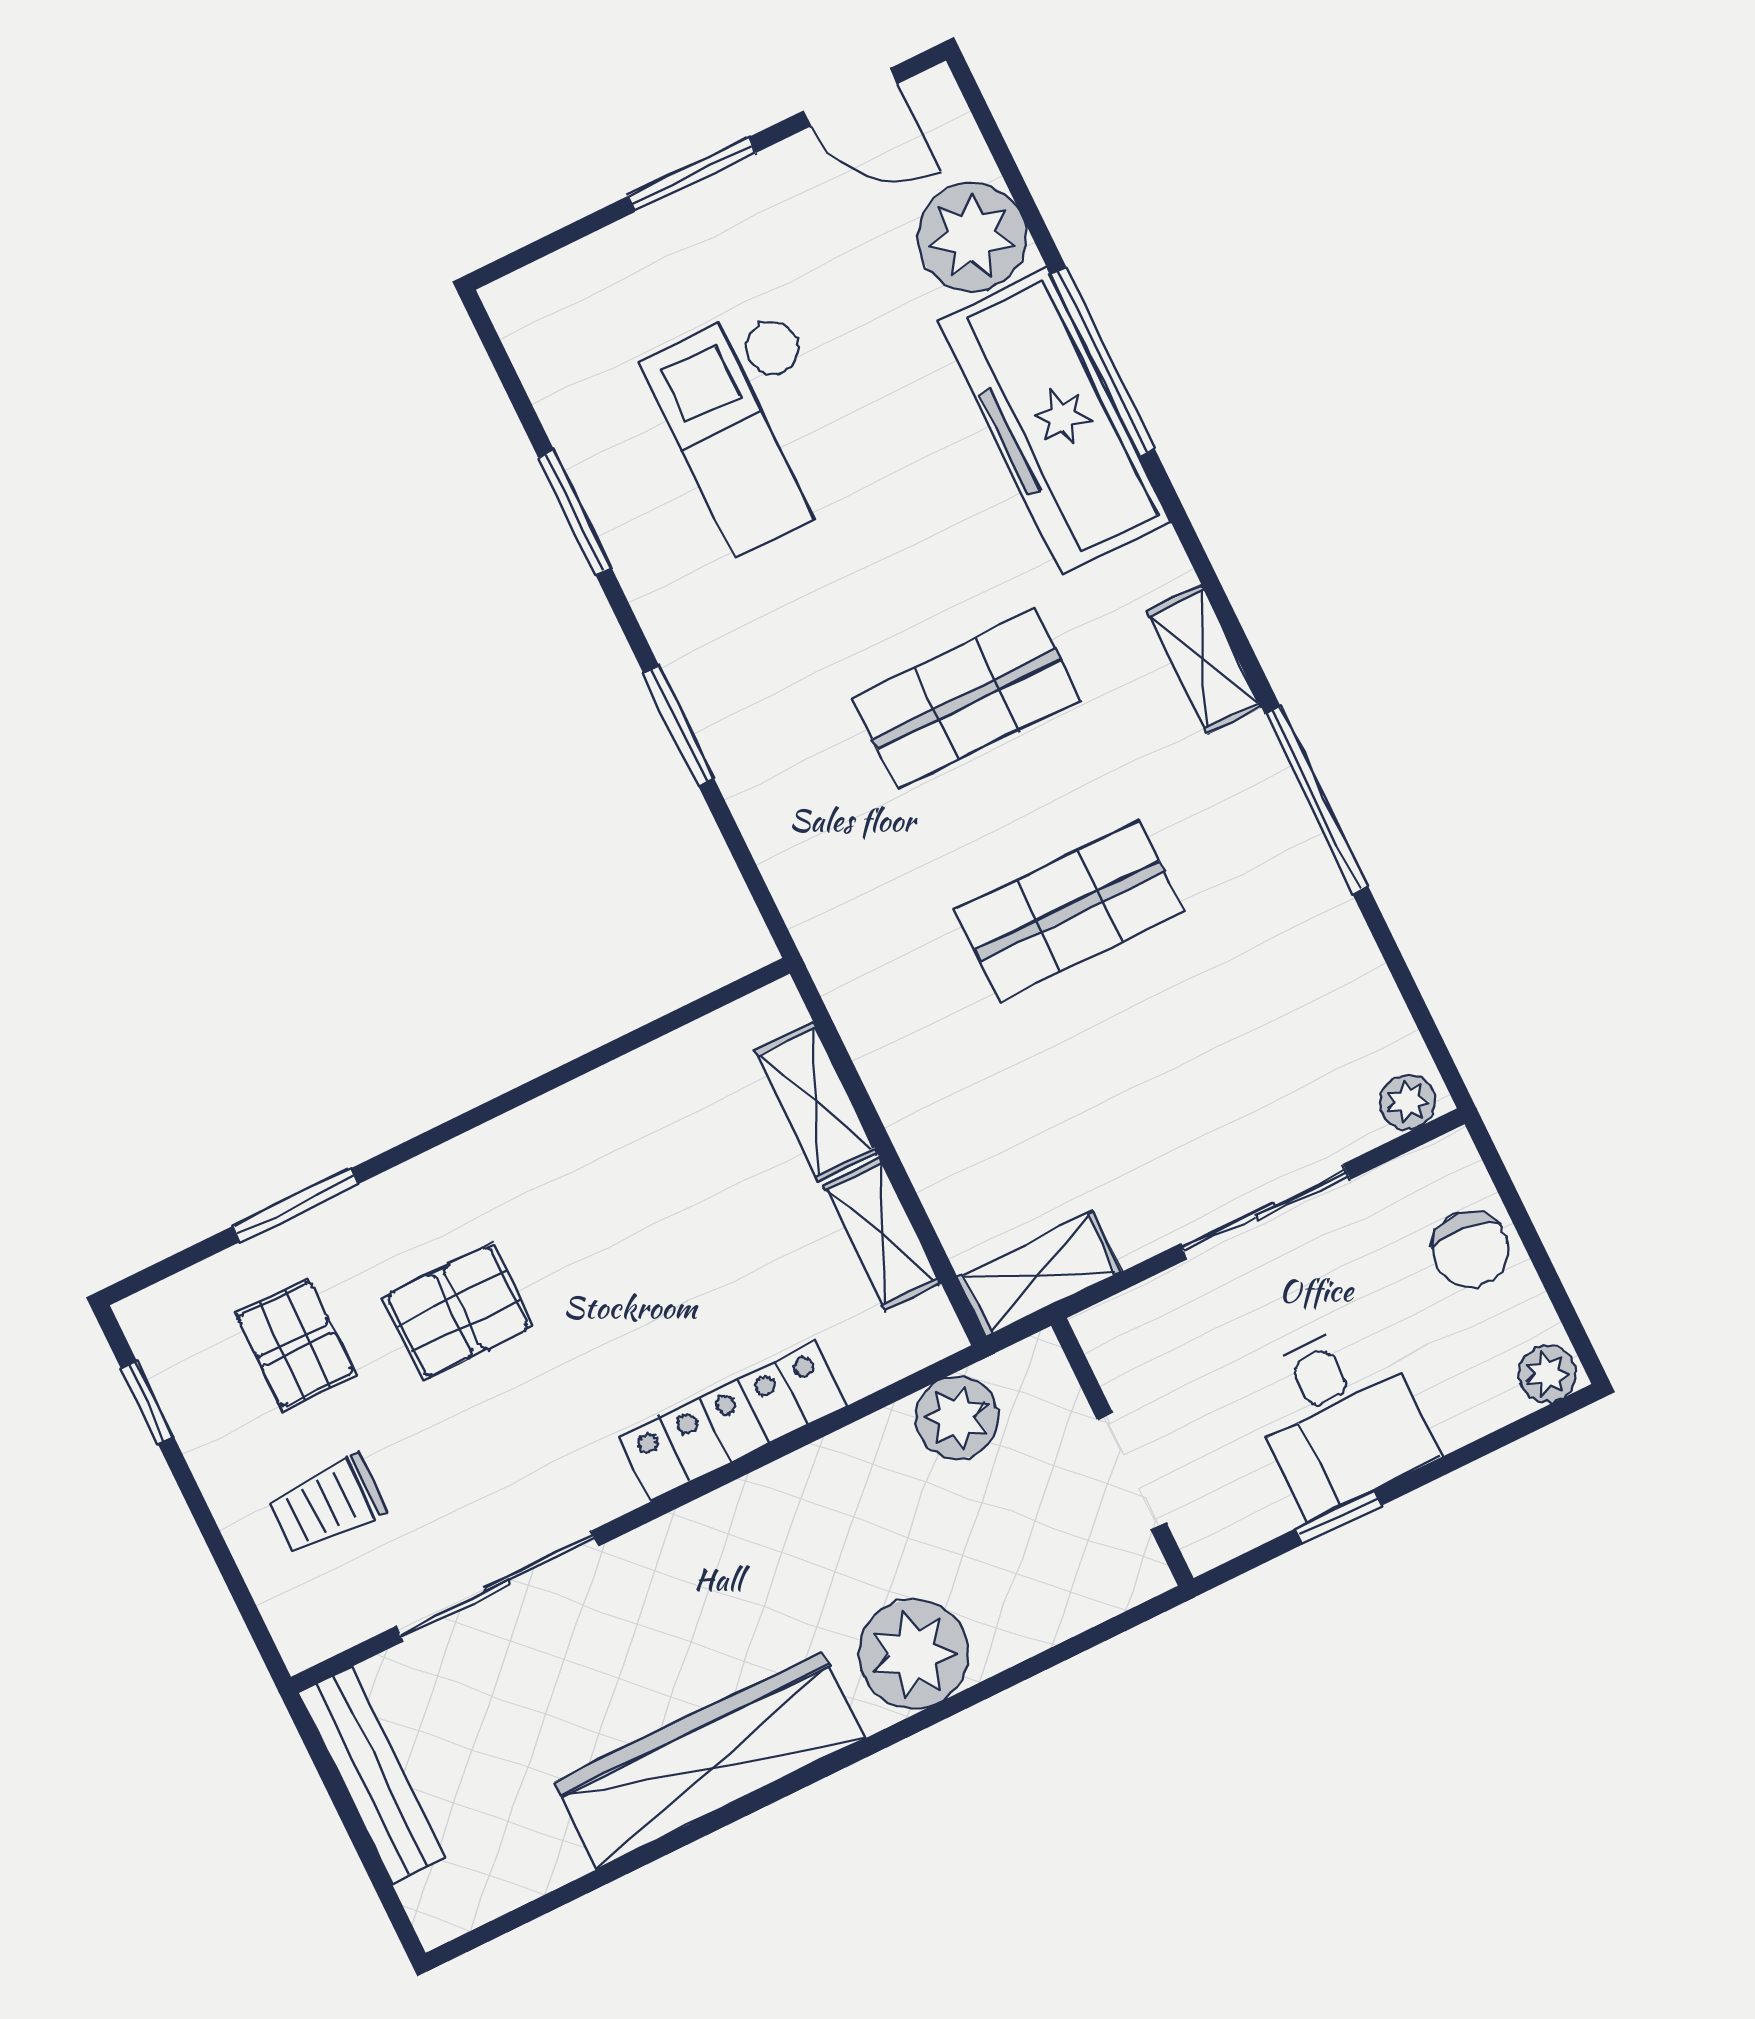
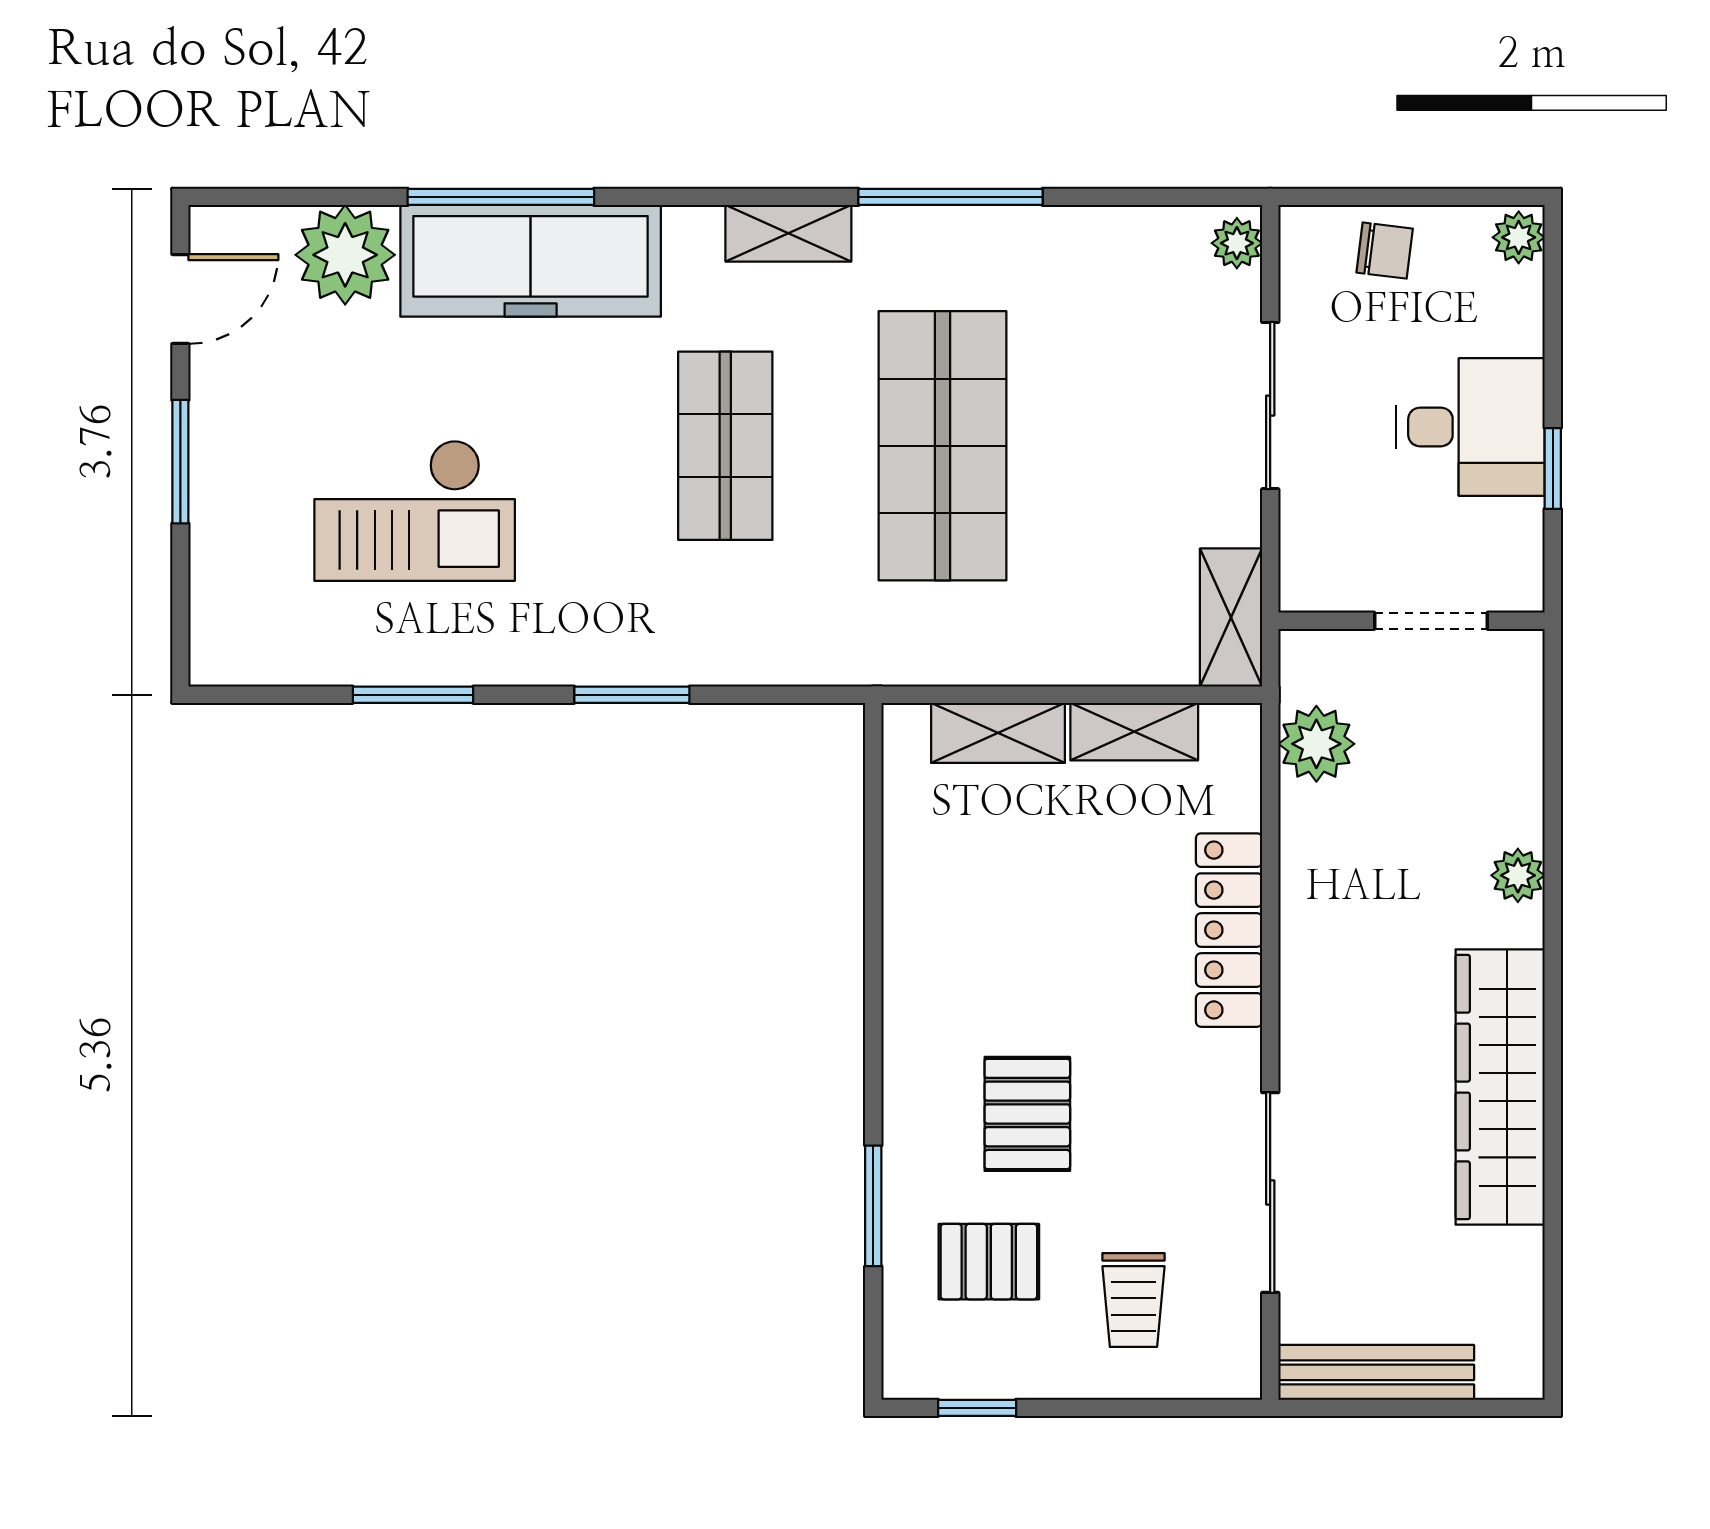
shop shelf: (1070, 911) -> (943, 446), width x1.43, depth x1.36
chair: (1471, 1249) -> (1385, 251), width x0.73, depth x0.73
plant: (913, 1654) -> (1518, 875), width x0.53, depth x0.53

